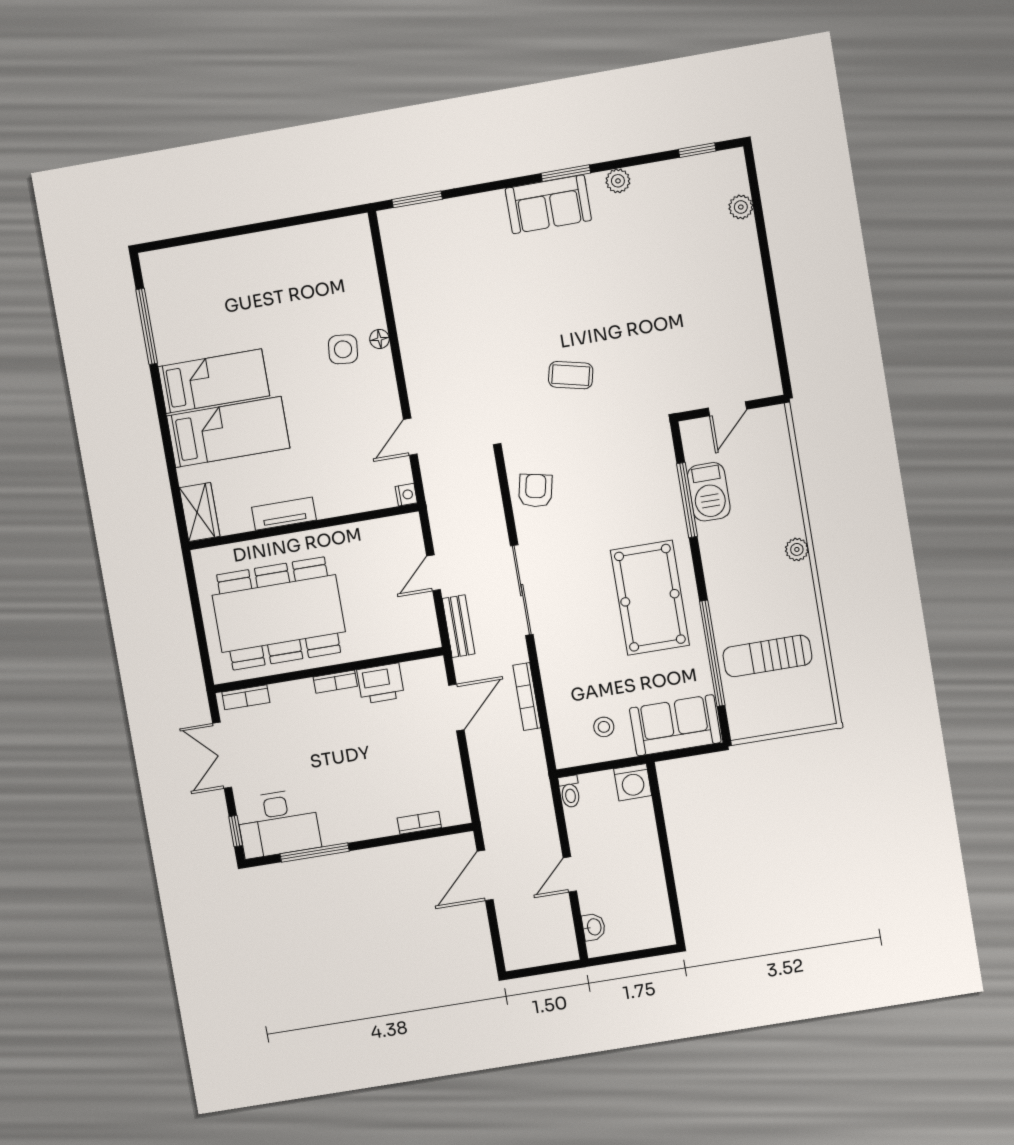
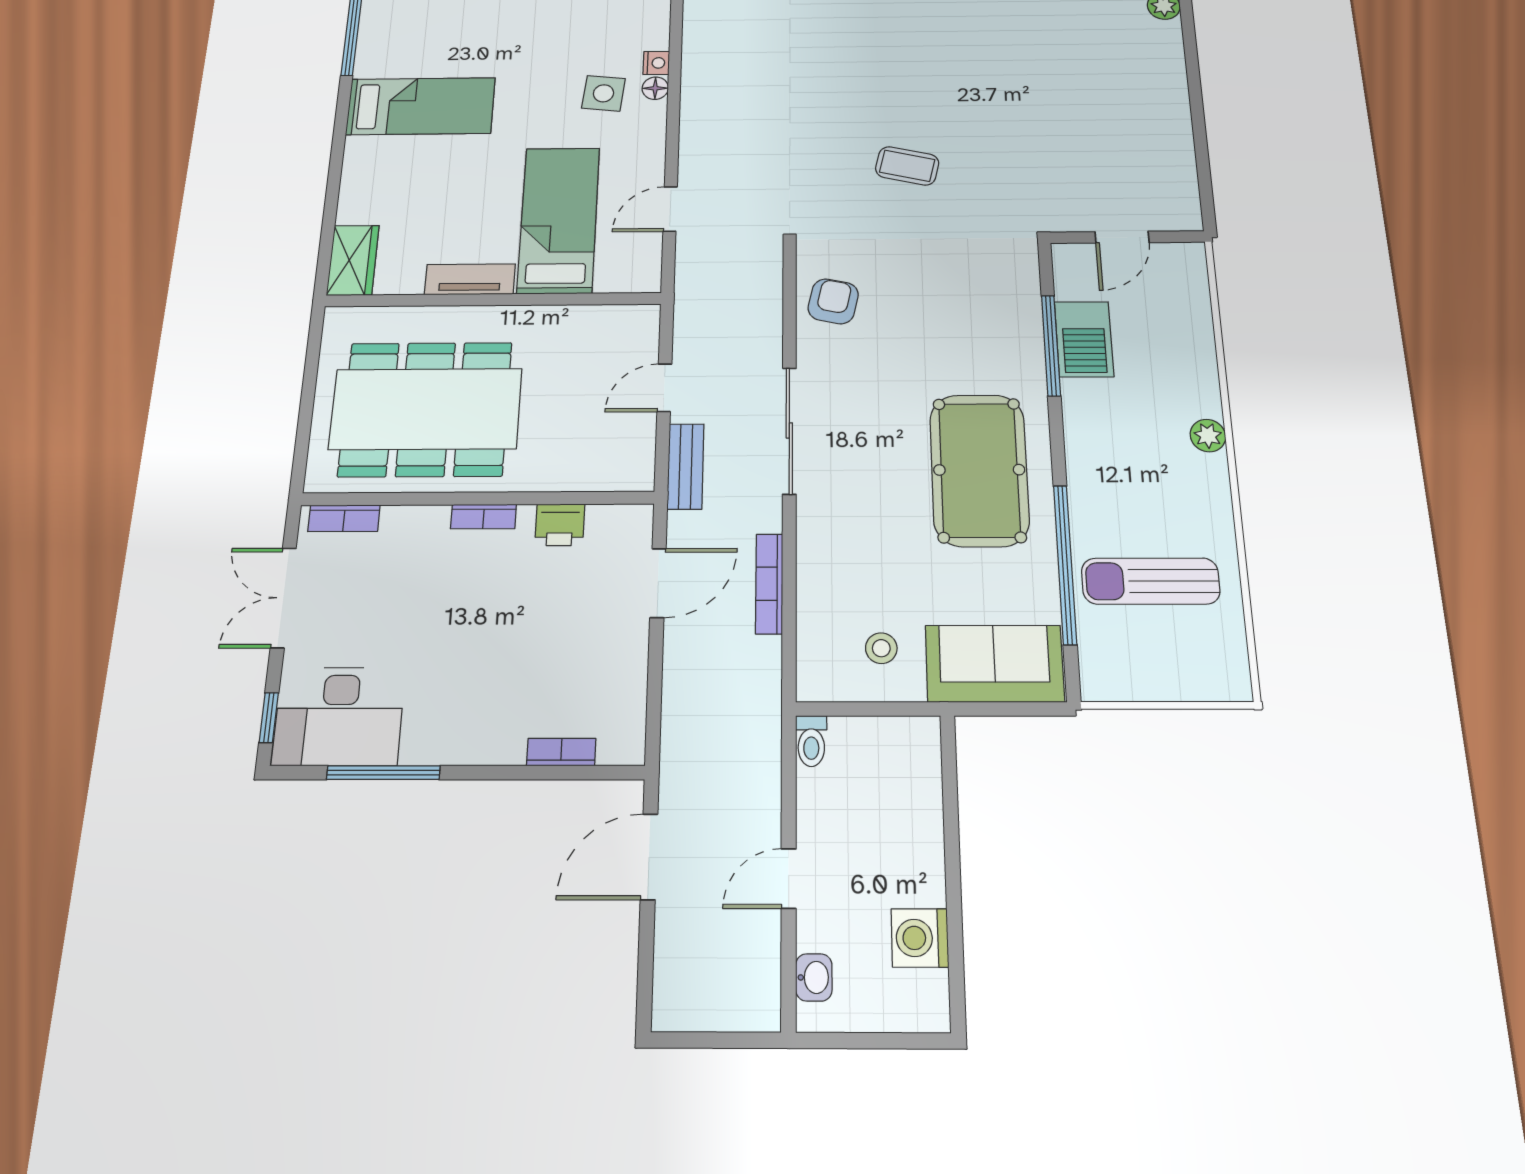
bed: (228, 432) -> (559, 220), moved, turned -90
nightstand: (406, 495) -> (656, 63), moved
printer: (381, 683) -> (560, 525), width x0.73, depth x0.81
washing machine: (633, 782) -> (920, 938), moved, turned 90

